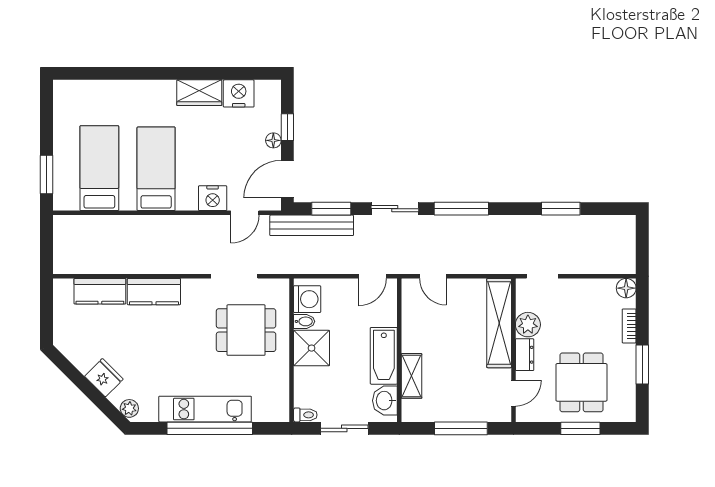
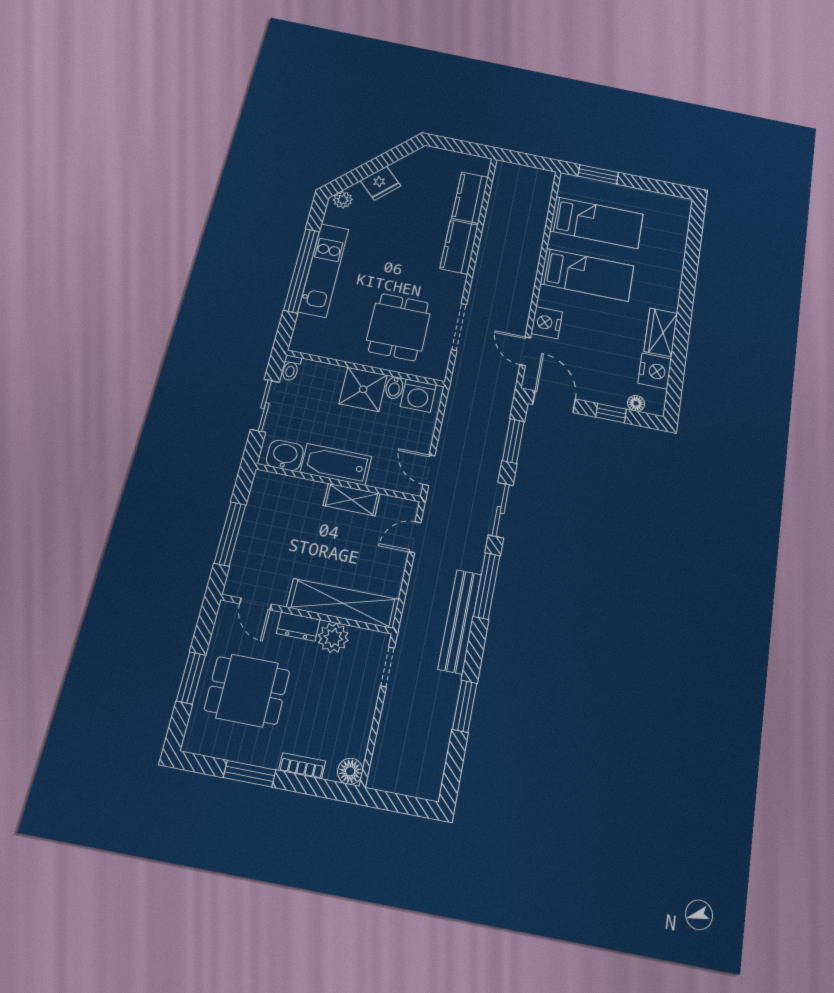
floor lamp: (273, 140) -> (636, 403), moved
bench: (312, 225) -> (460, 621), moved
shelving: (412, 376) -> (352, 500), moved

